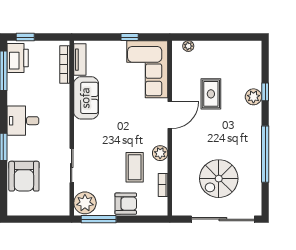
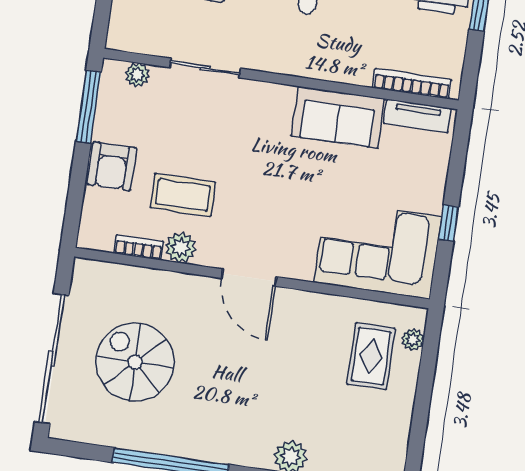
rug: (211, 94) -> (371, 356), moved, turned 90
door: (170, 115) -> (249, 278), moved
plant: (160, 153) -> (181, 247), moved
plant: (85, 203) -> (137, 75), width x0.53, depth x0.53

